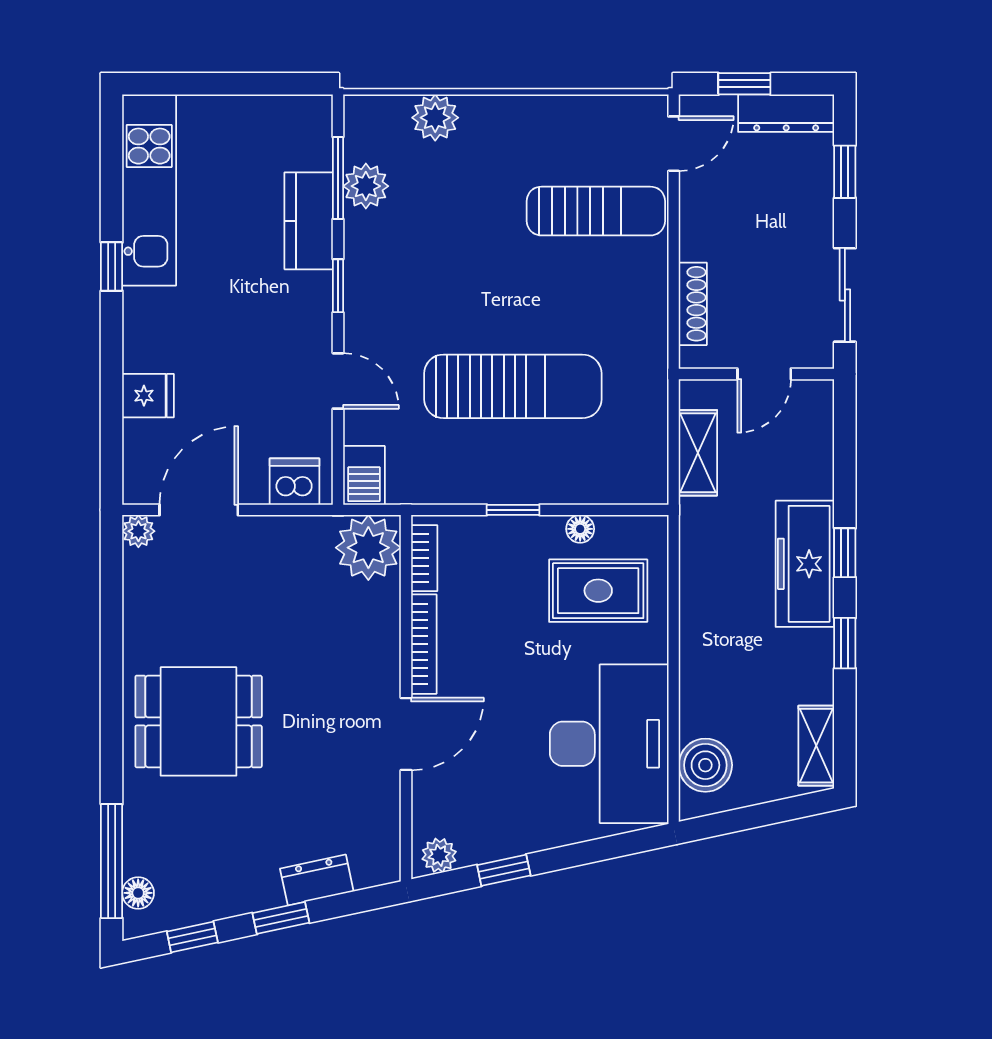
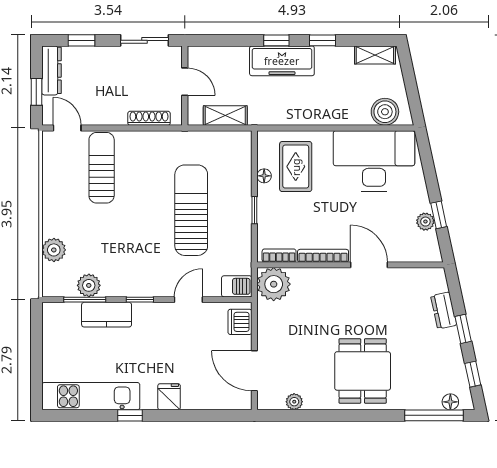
fridge: (148, 396) -> (169, 397), moved
plant: (138, 531) -> (294, 402), moved
plant: (439, 855) -> (425, 222), moved

